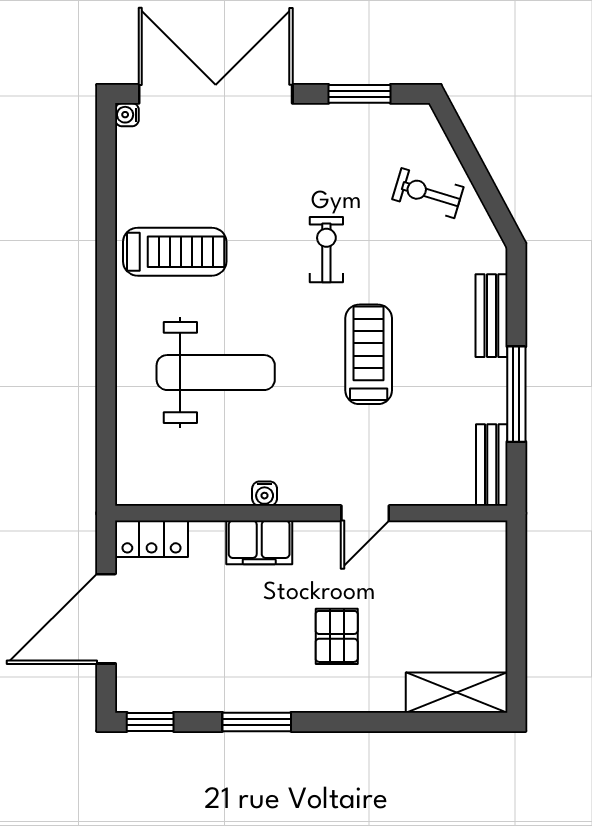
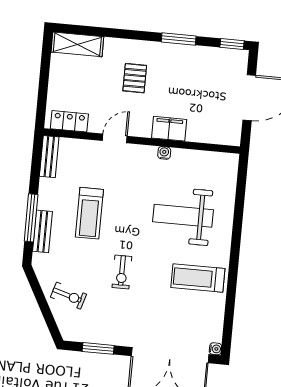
treadmill: (369, 354) -> (89, 213), moved
window: (516, 394) -> (31, 218), moved
locker: (152, 539) -> (69, 121), moved

